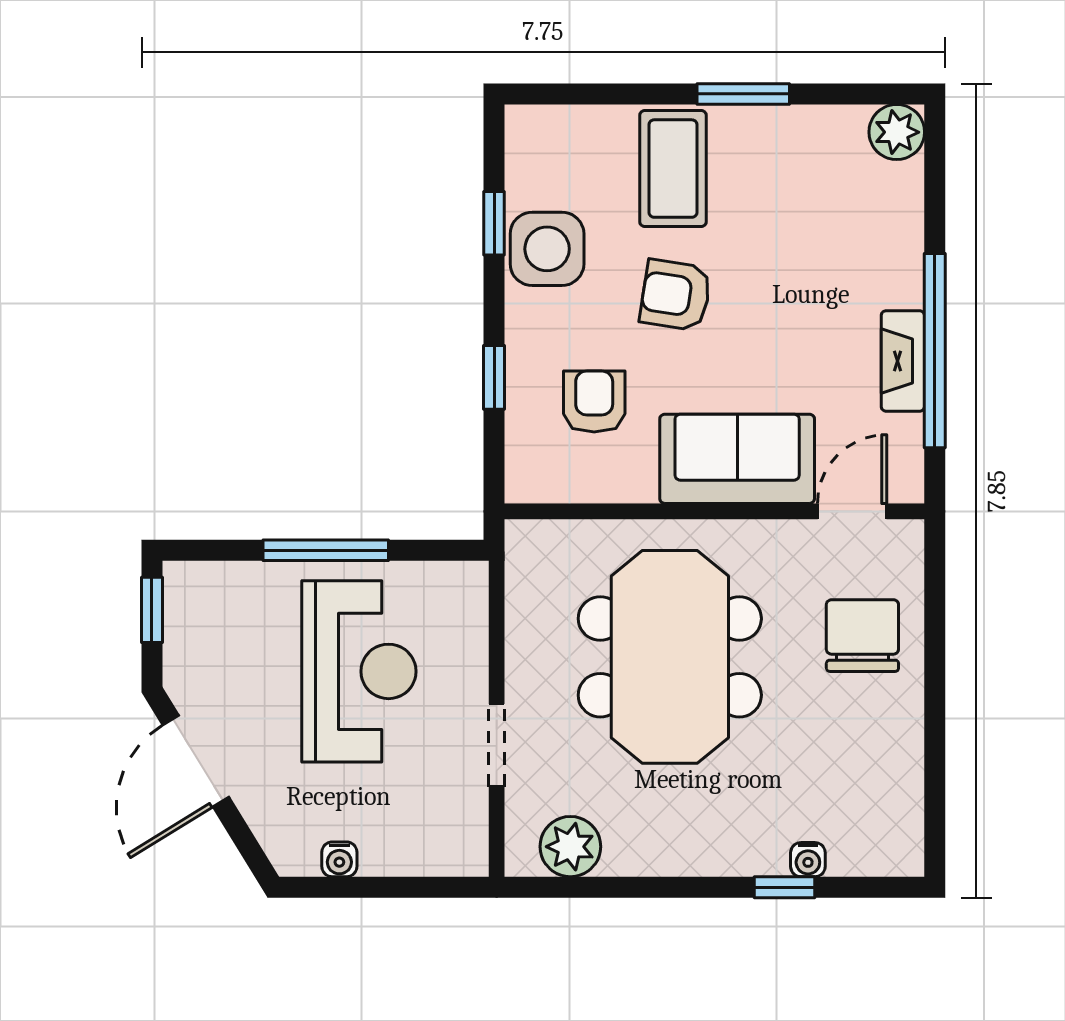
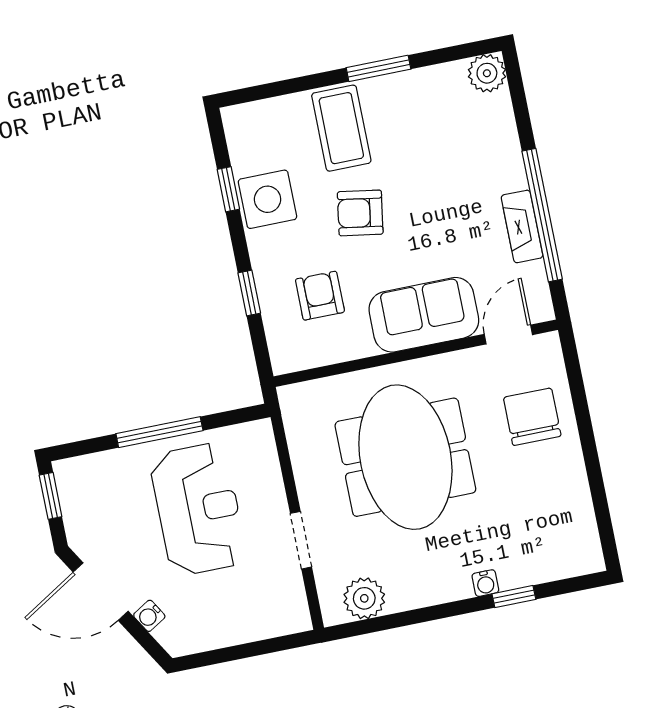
door: (196, 761) -> (101, 592), hinge flipped
water cooler: (339, 859) -> (149, 616), moved, turned 58
water cooler: (808, 860) -> (485, 583), moved

